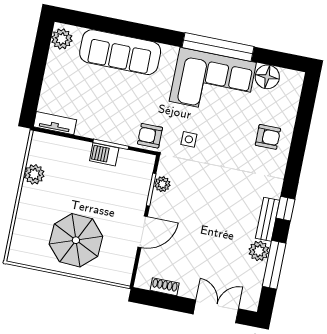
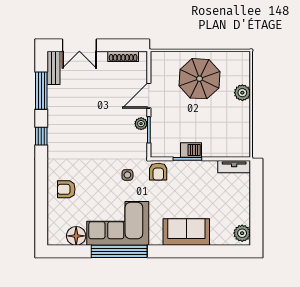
sofa: (120, 52) -> (186, 232), width x0.73
armchair: (150, 136) -> (158, 172), turned 90
plant: (34, 174) -> (242, 93), moved
plant: (162, 184) -> (141, 124), moved
bench: (267, 219) -> (54, 68), moved
plant: (259, 251) -> (55, 99), removed
shoe rack: (165, 287) -> (123, 56), width x1.43

